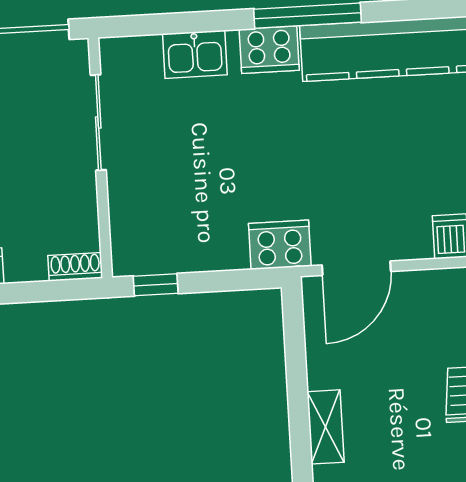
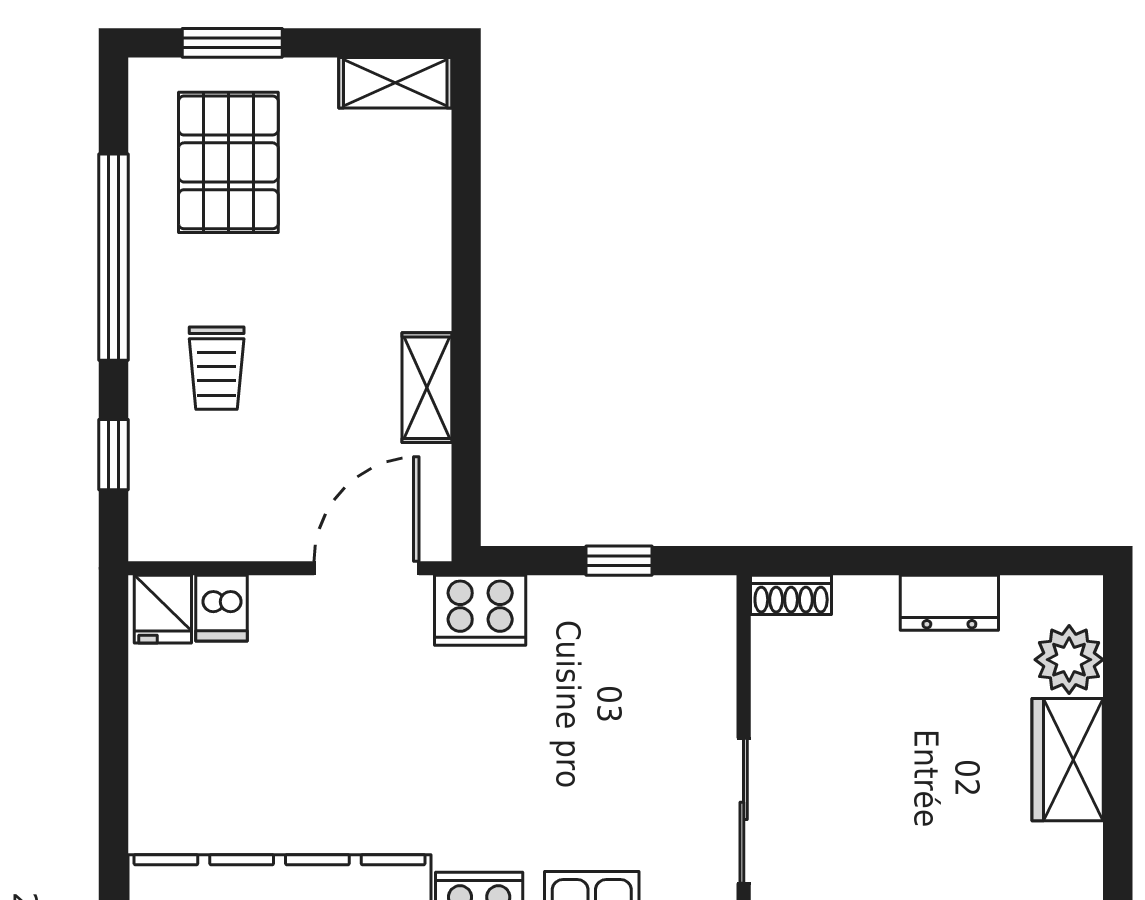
window: (156, 285) -> (619, 561), moved
shelving: (326, 427) -> (427, 388), moved

